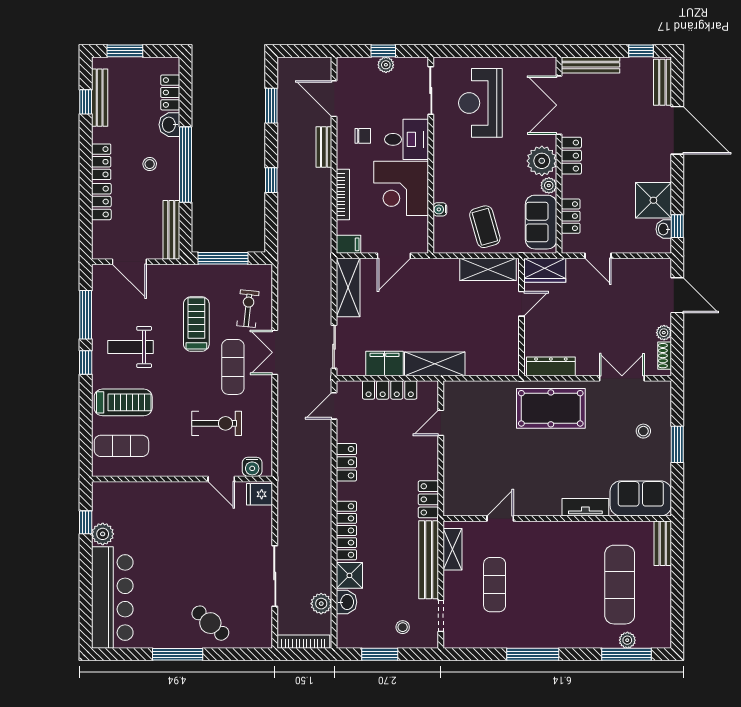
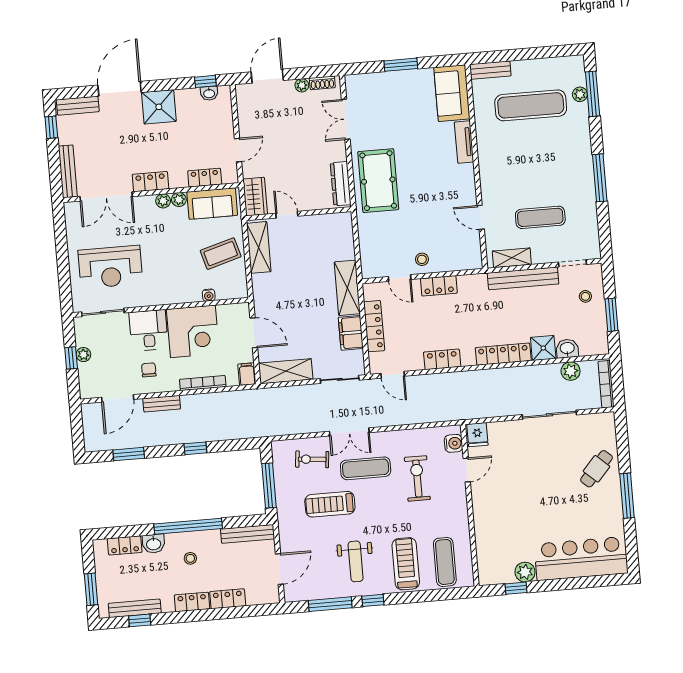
plant: (542, 161) -> (163, 201), width x0.53, depth x0.53
shower: (653, 200) -> (159, 107), moved
stool: (643, 431) -> (422, 259), moved
locker: (428, 499) -> (439, 286), moved

